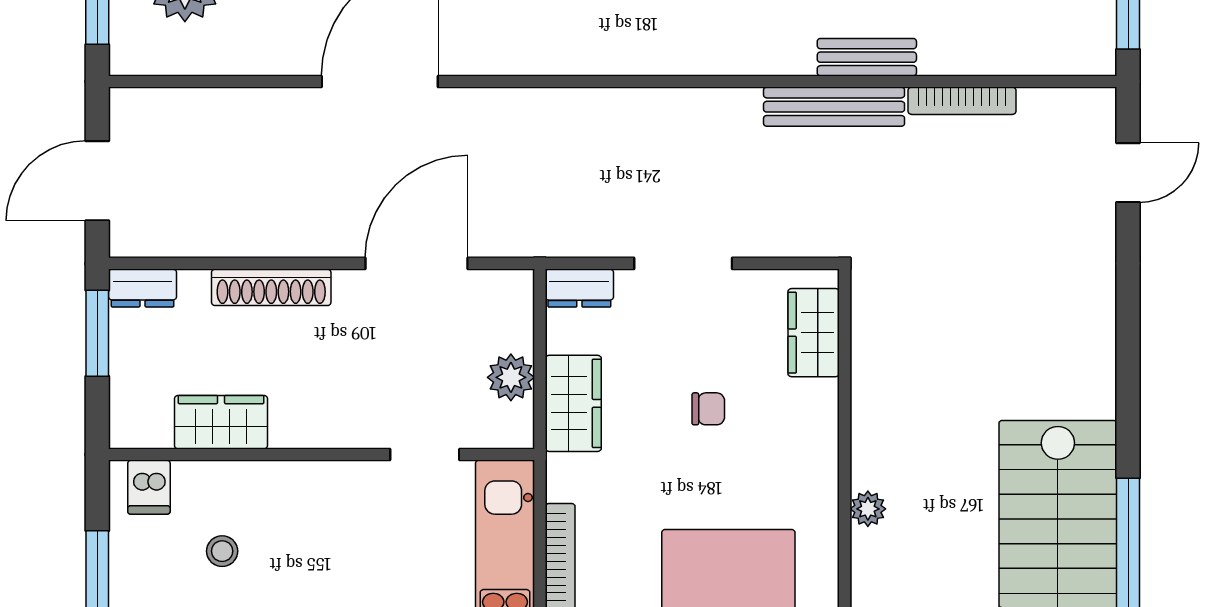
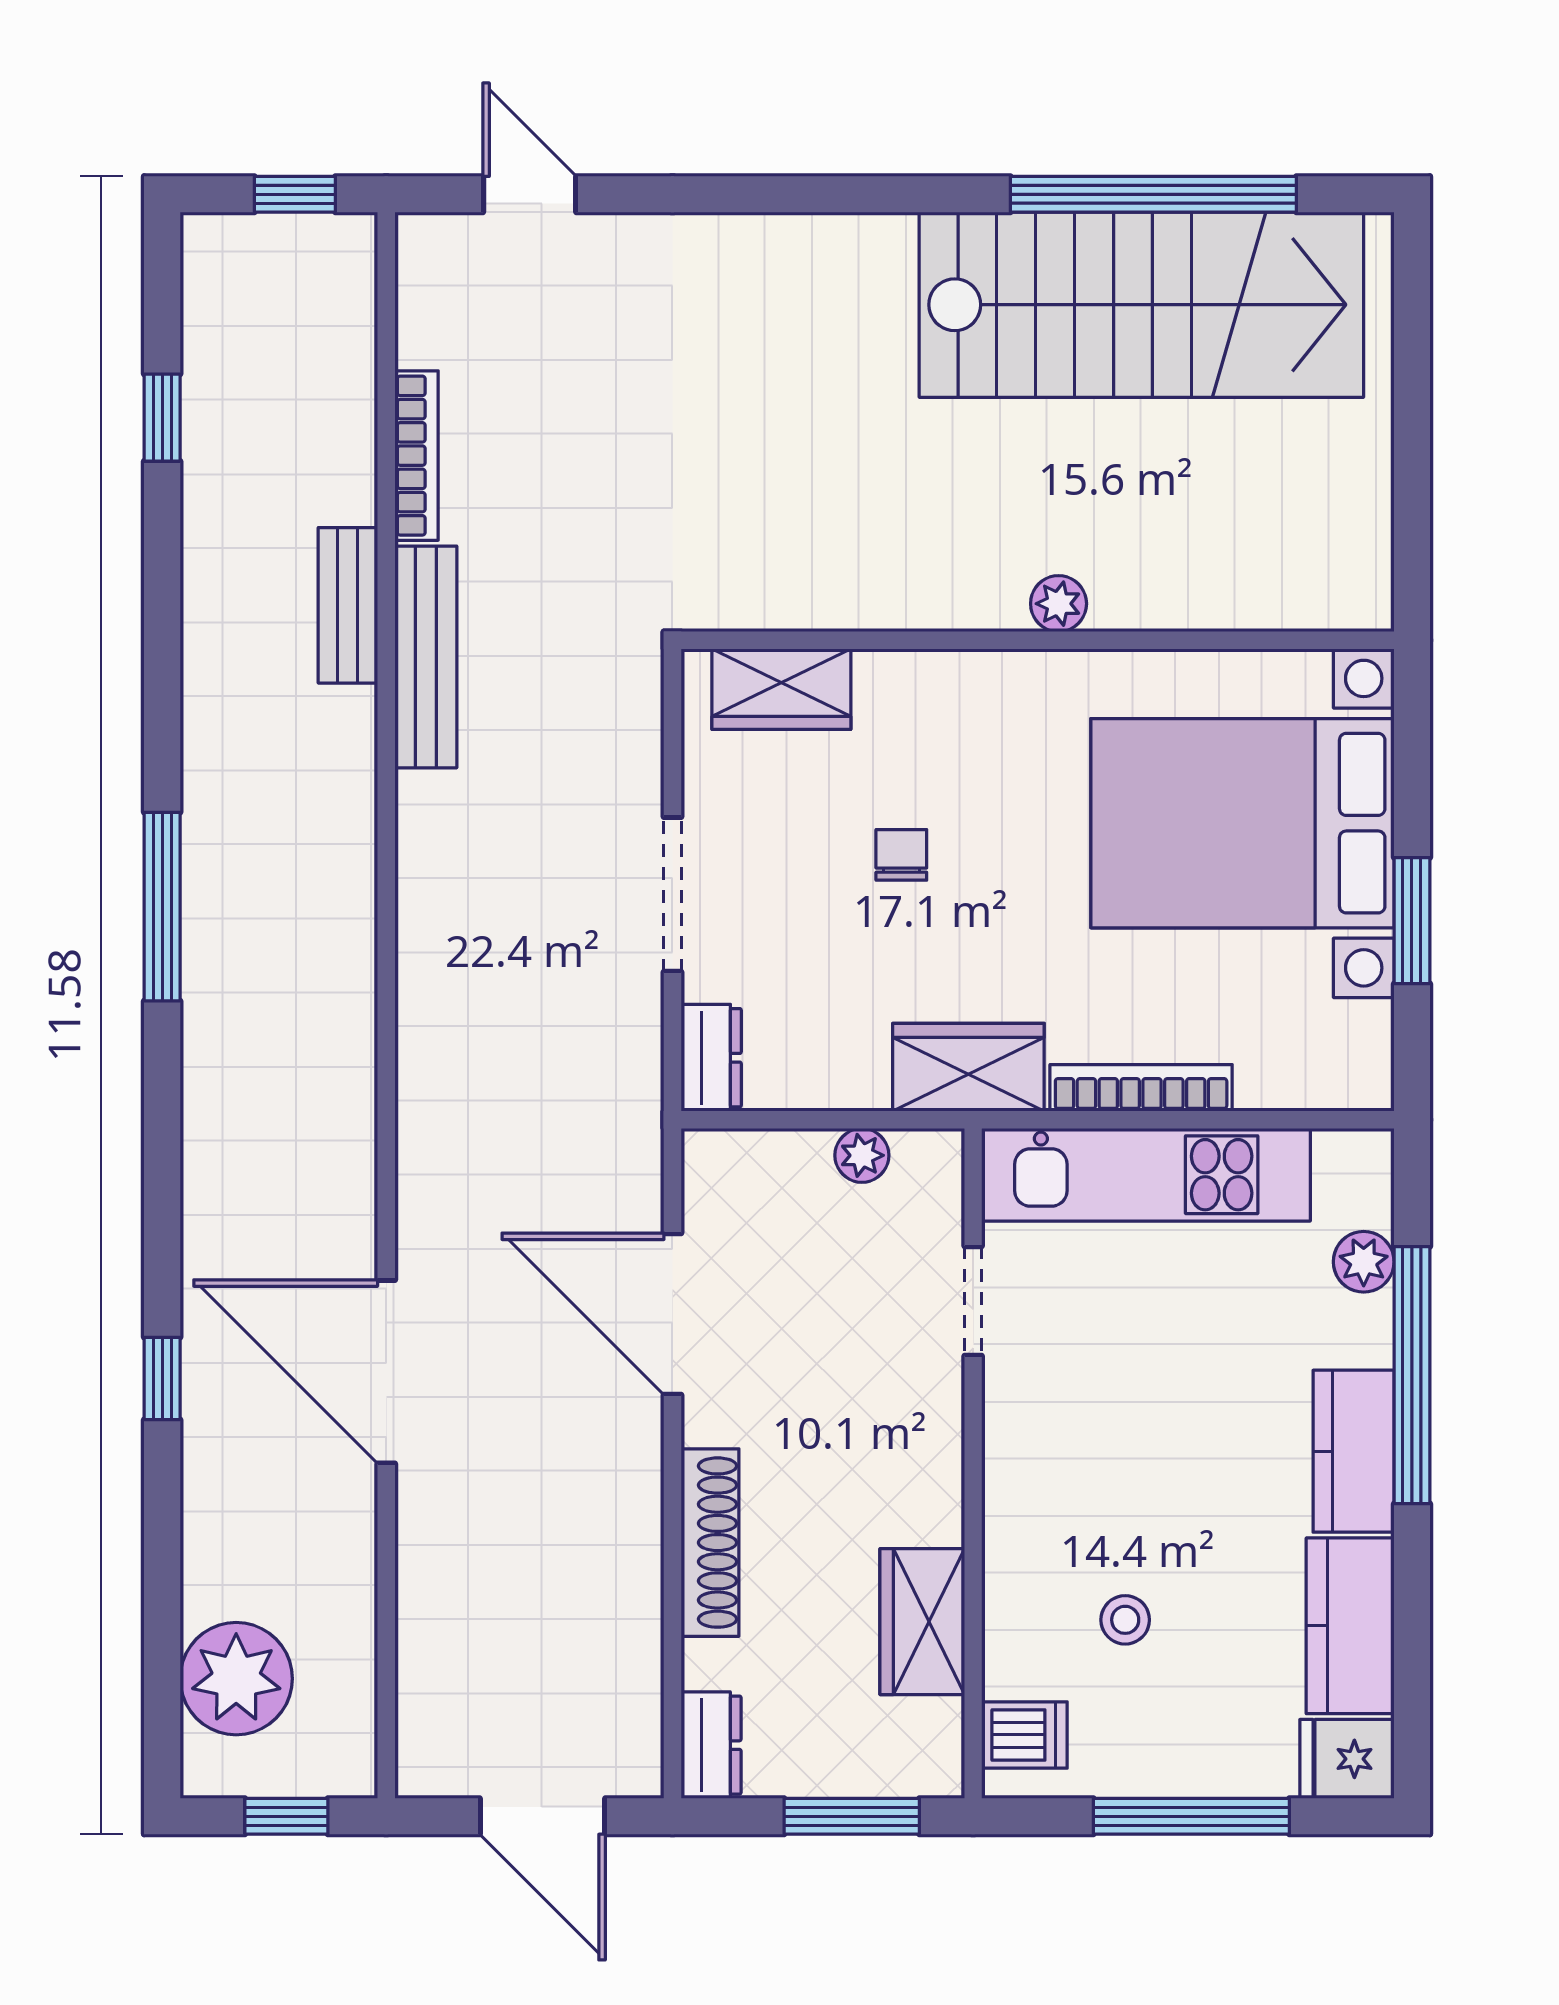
window: (97, 333) -> (852, 1816), moved
plant: (511, 377) -> (862, 1155), width x0.73, depth x0.73
wardrobe: (573, 403) -> (968, 1067), moved

